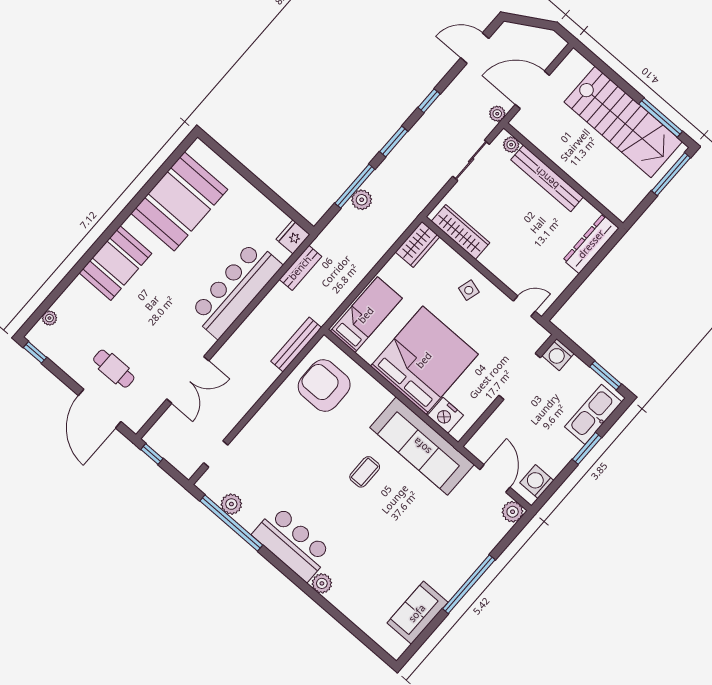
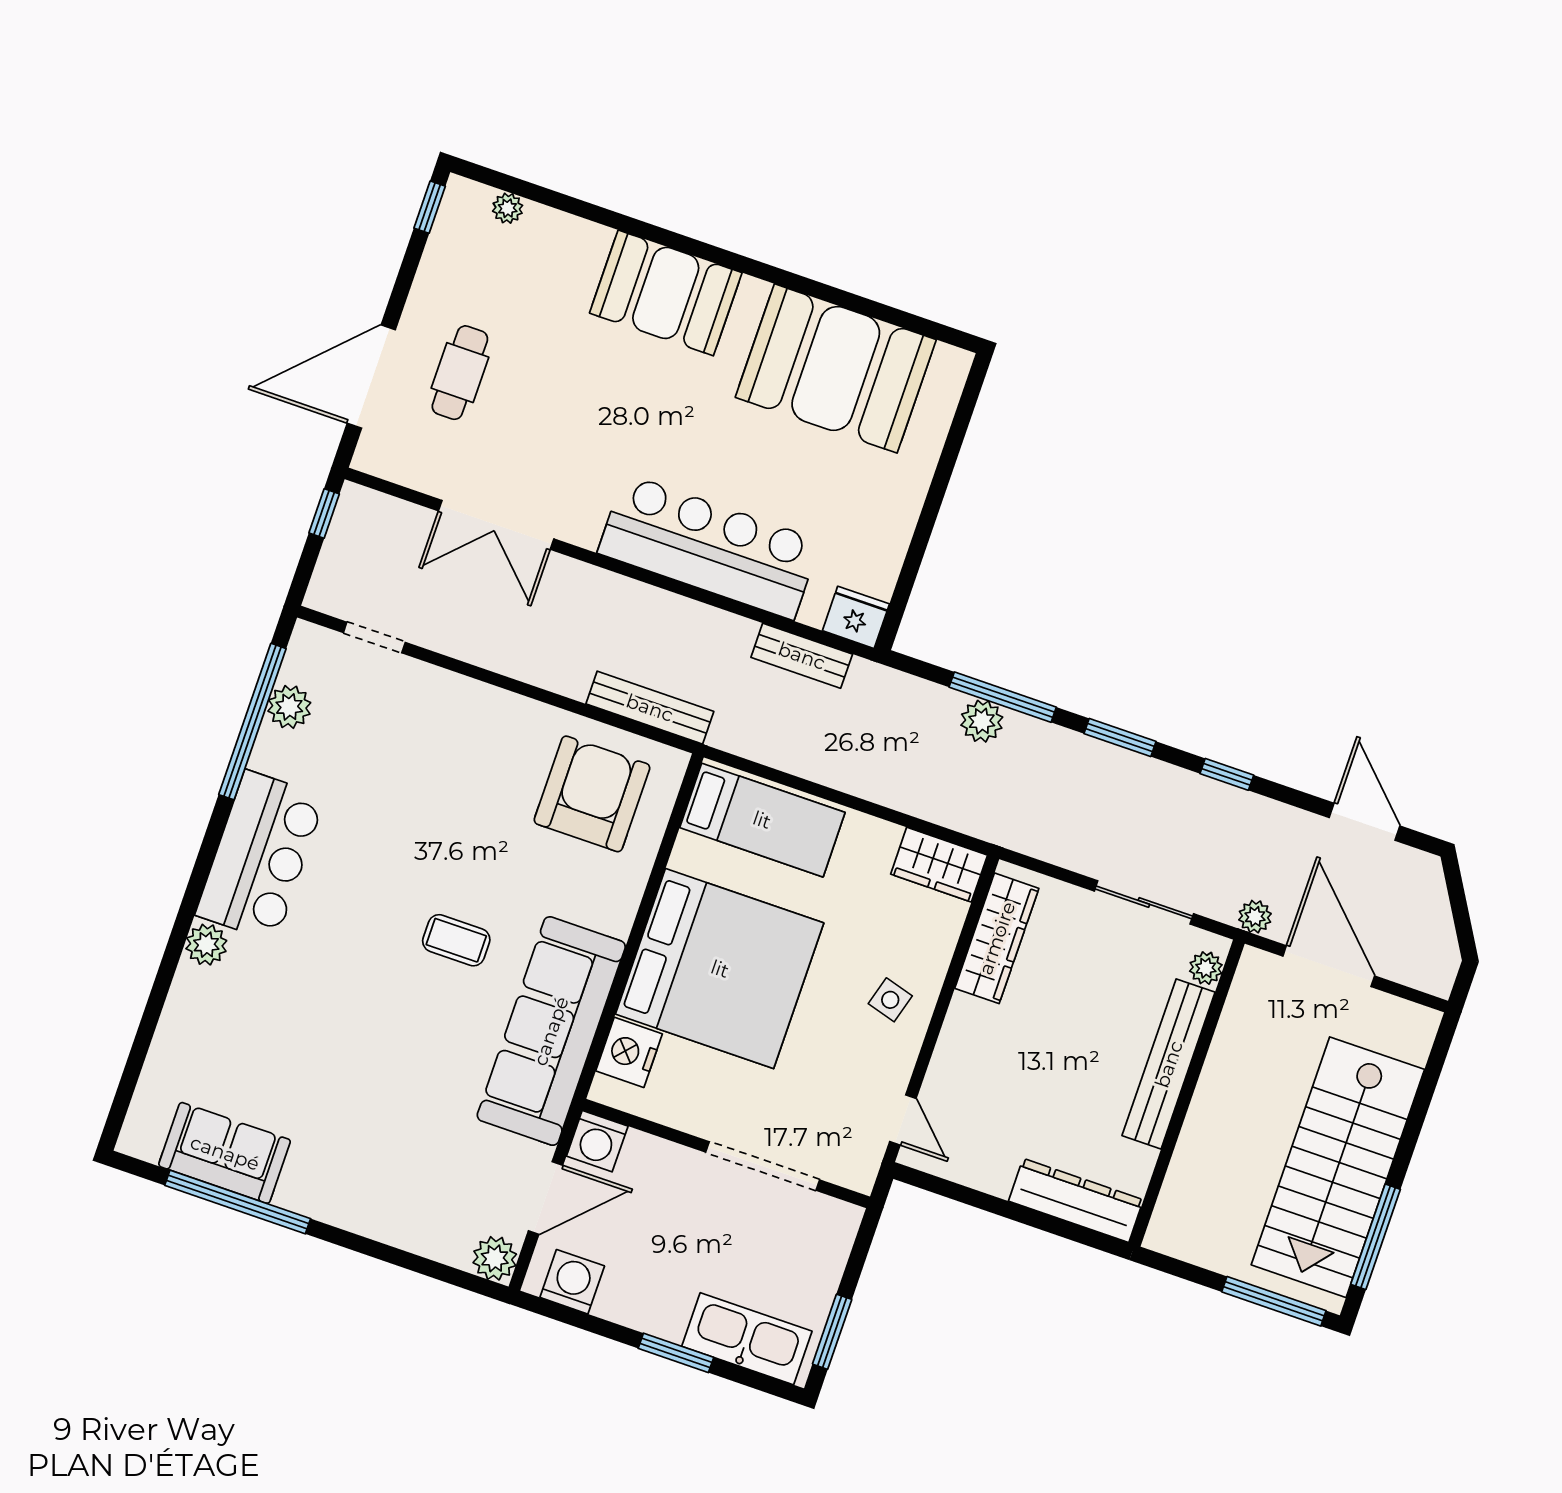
washing machine: (558, 355) -> (597, 1141), moved, turned -90
window: (469, 584) -> (238, 1202), moved

